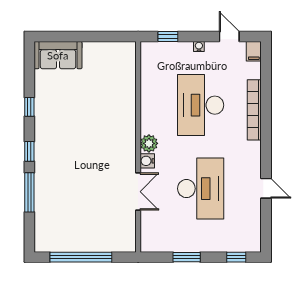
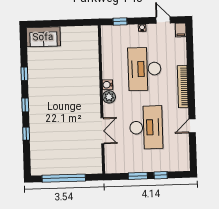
bookcase: (254, 110) -> (183, 87), moved
water cooler: (147, 161) -> (107, 85), moved
door: (266, 188) -> (192, 126), swing flipped
window: (29, 192) -> (26, 134), width x0.46
window: (236, 257) -> (161, 175), moved

